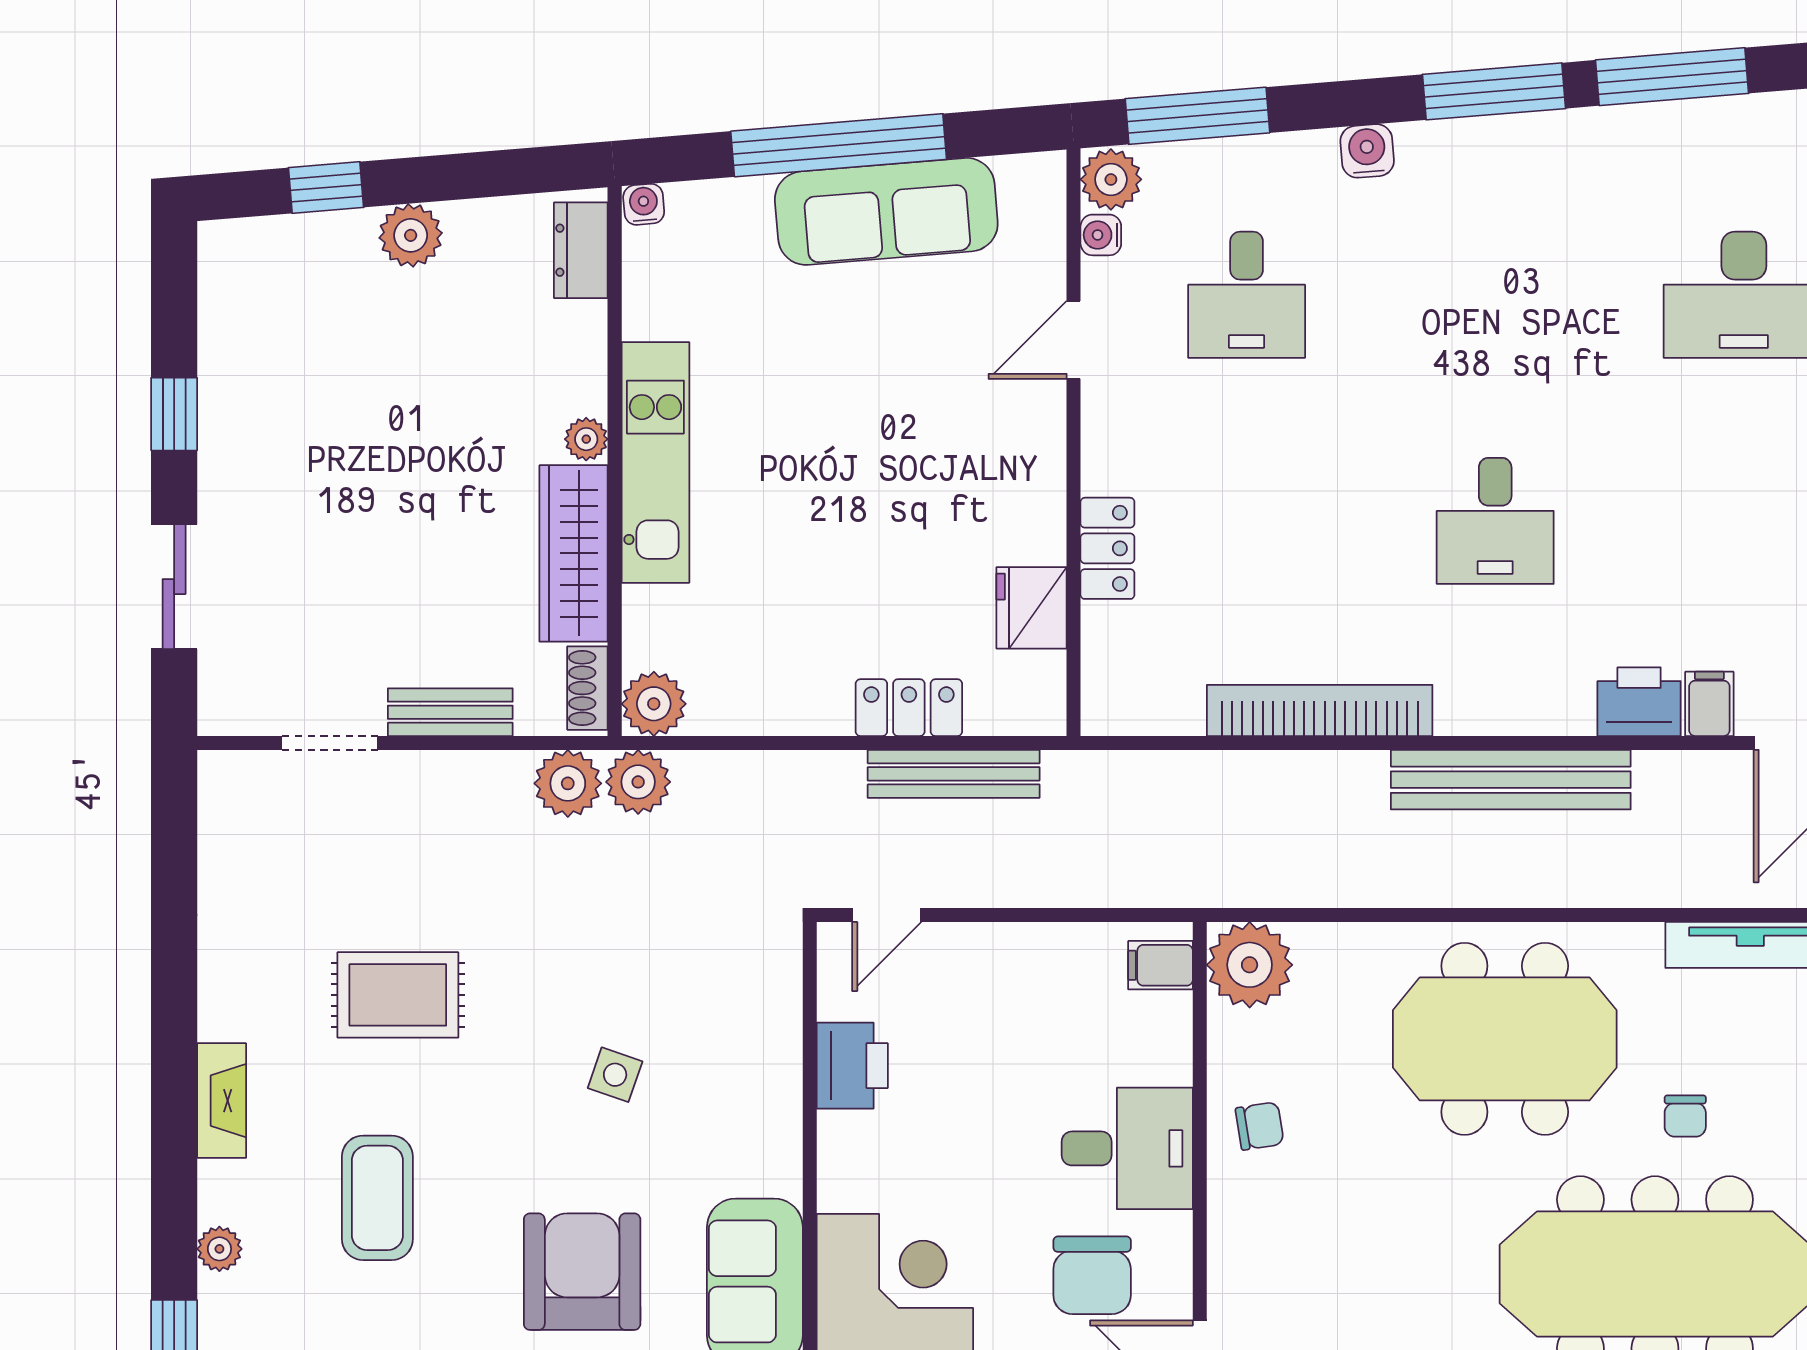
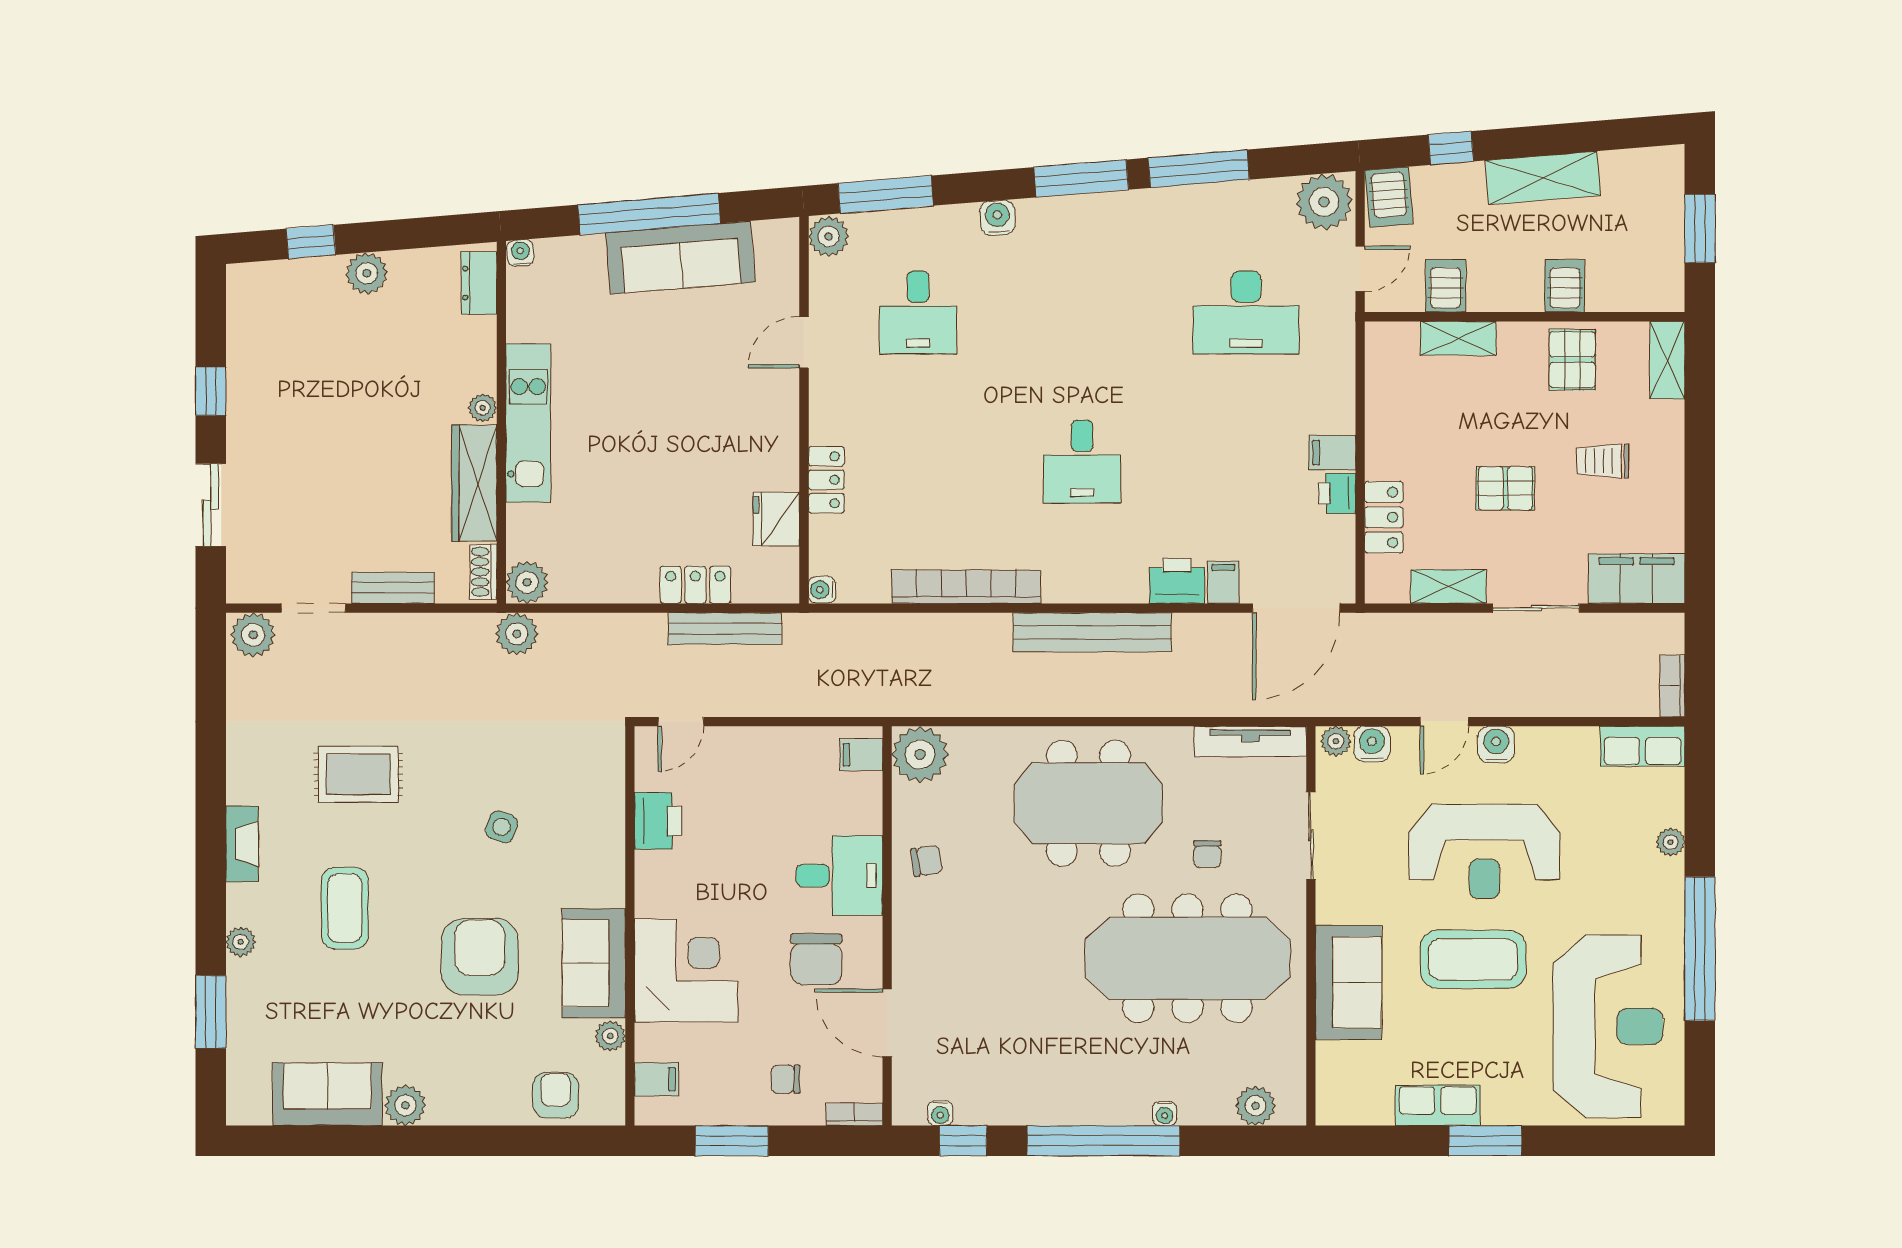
water cooler: (1101, 235) -> (822, 590), moved
plant: (568, 783) -> (253, 635), moved

